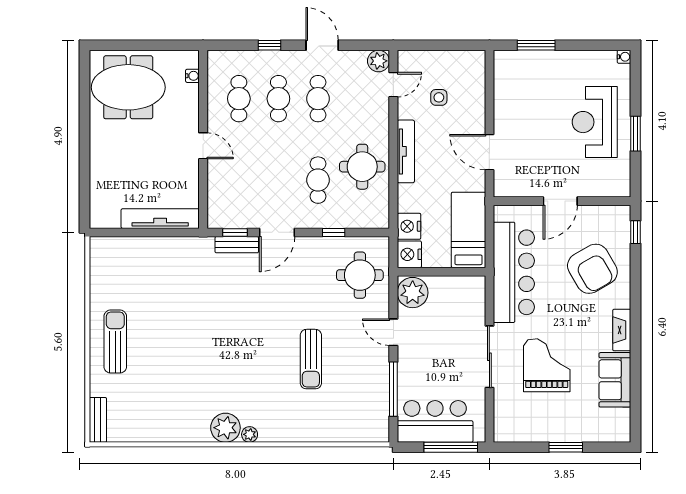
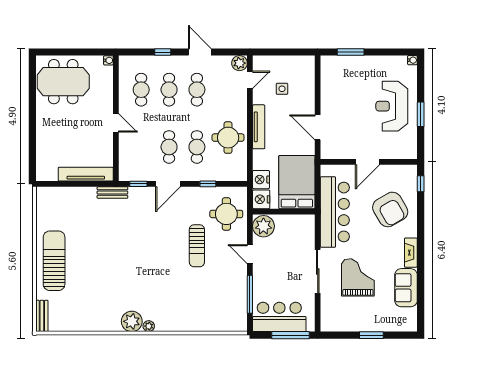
water cooler: (192, 76) -> (108, 60), moved
cafe table: (278, 180) -> (169, 147), added
bed: (468, 230) -> (297, 182), width x1.50
bench: (237, 245) -> (112, 193), moved
sun lounger: (115, 342) -> (54, 261), width x1.36, depth x1.34
sun lounger: (311, 359) -> (197, 246), moved

